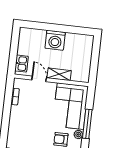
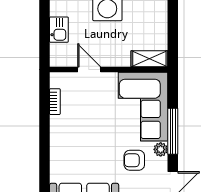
kitchen sink: (21, 64) -> (59, 30), moved
shelving: (59, 74) -> (149, 59), moved

